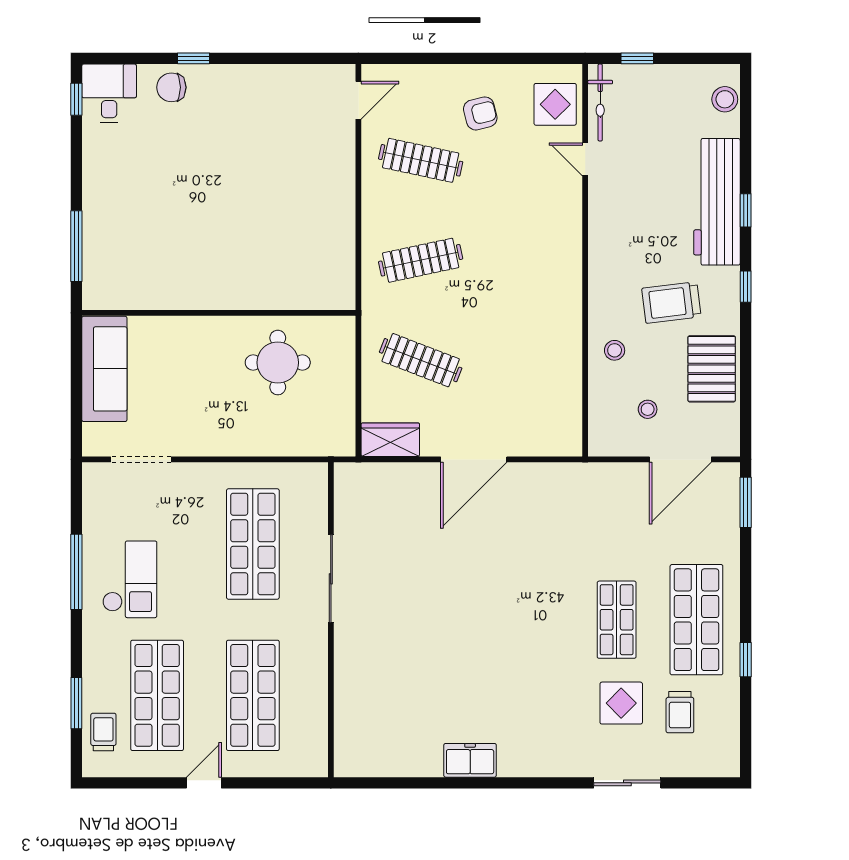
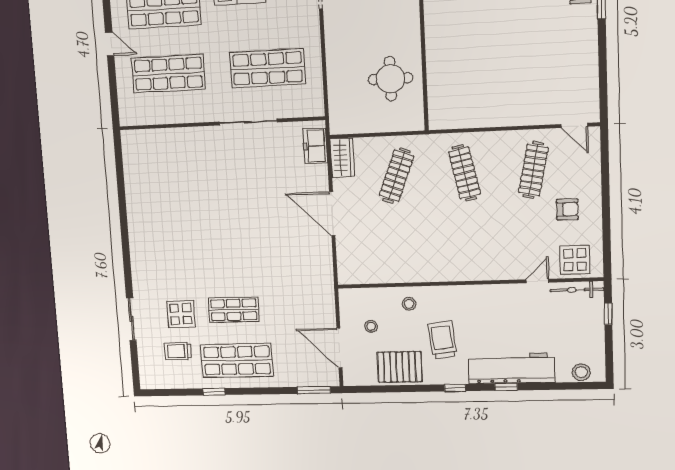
armchair: (480, 113) -> (567, 209), turned -76
freezer: (470, 760) -> (315, 146), moved, turned 180

